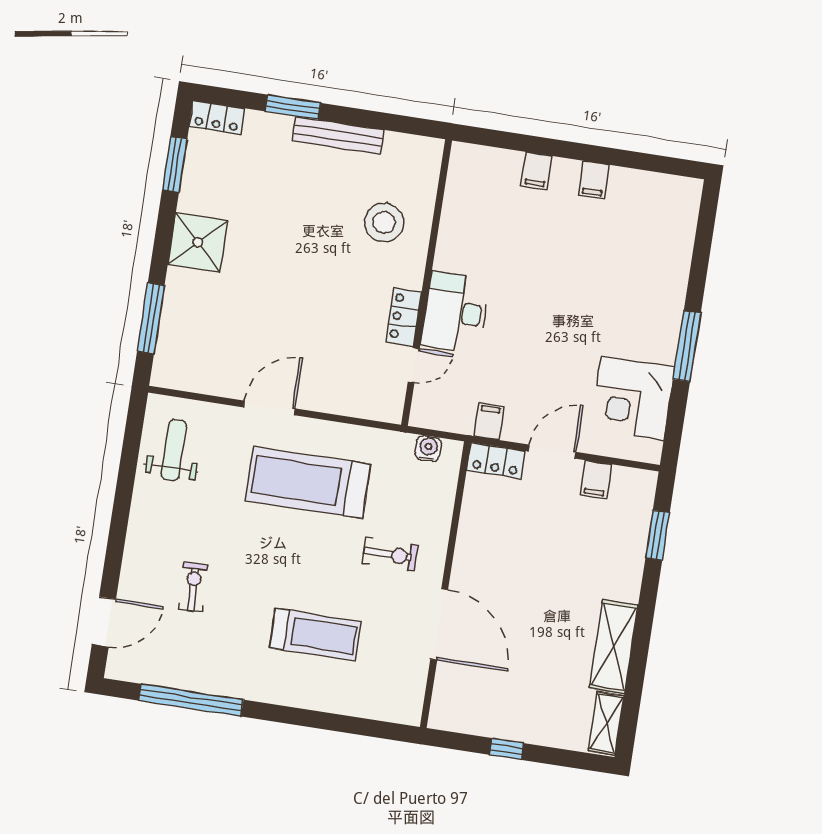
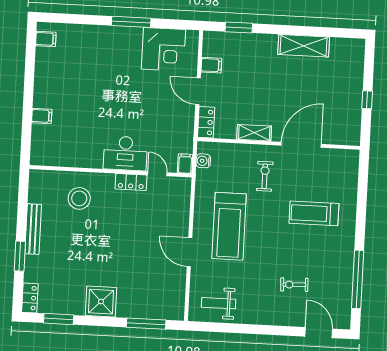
filing cabinet: (594, 180) -> (46, 39), moved
filing cabinet: (489, 421) -> (185, 164), moved, turned 90
treadmill: (315, 635) -> (314, 213), turned -90
shelving: (606, 723) -> (254, 133), moved

